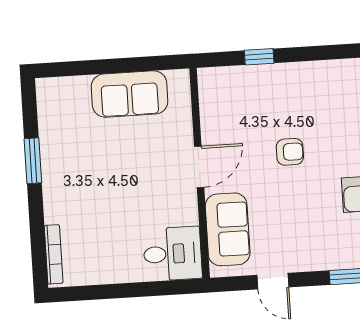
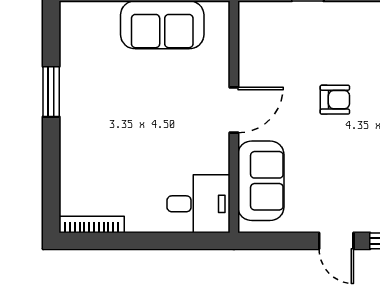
bookcase: (54, 254) -> (92, 225), moved, turned -90
door: (273, 281) -> (336, 241), moved

